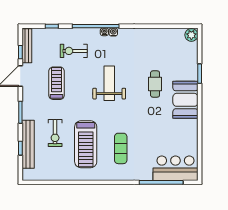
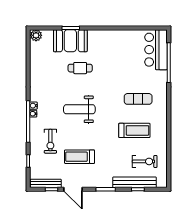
booth: (185, 100) -> (70, 41), moved
exercise bike: (55, 133) -> (145, 161), moved
treadmill: (86, 144) -> (134, 130), width x0.73, depth x0.73

